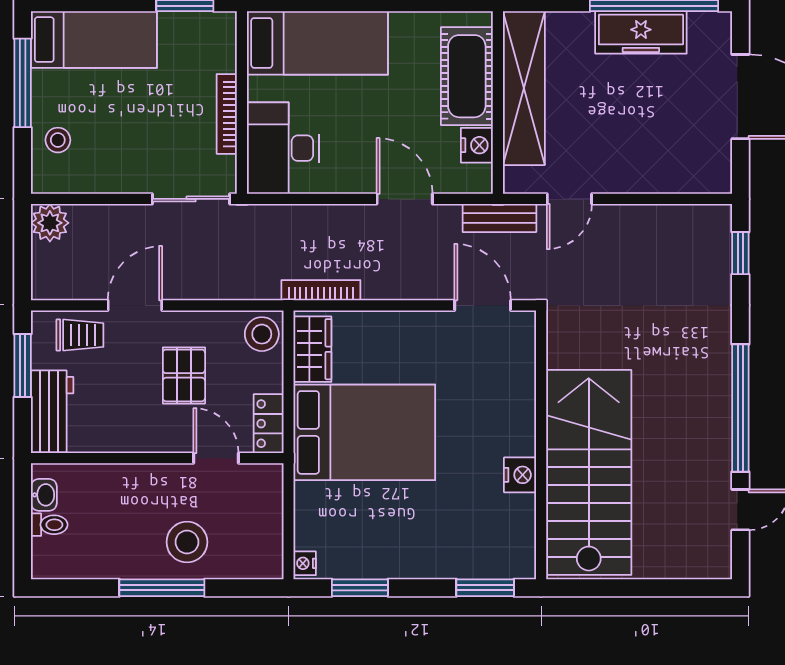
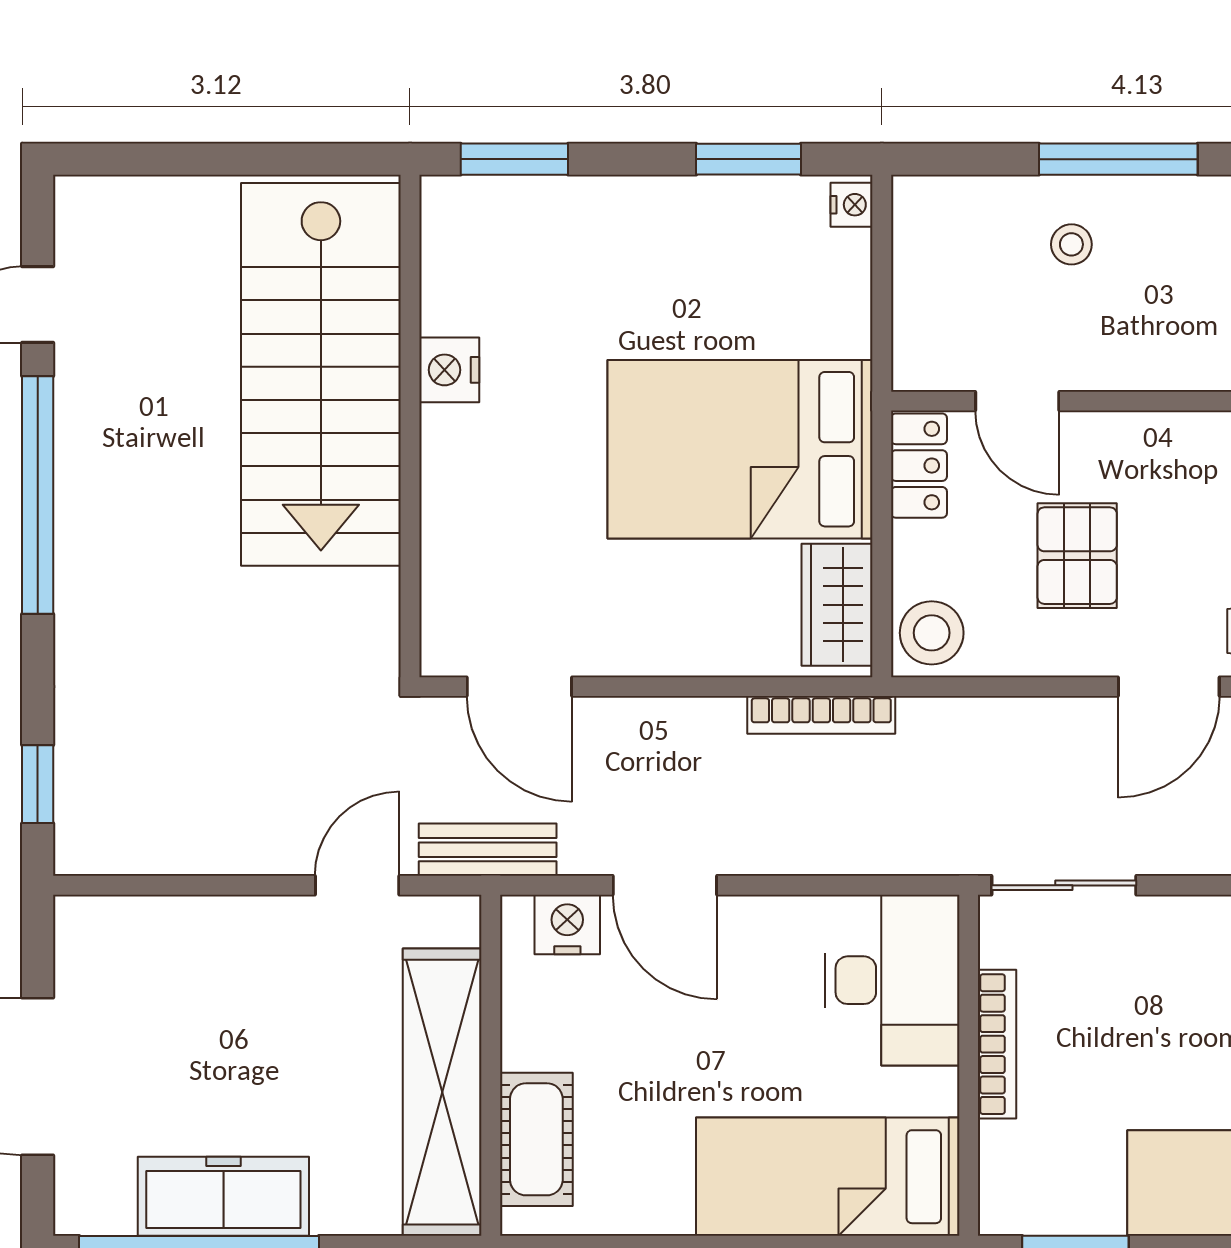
cot: (467, 76) -> (536, 1139), width x0.73, depth x0.75
nightstand: (477, 145) -> (567, 924), moved, turned 90
stool: (187, 542) -> (1071, 244), width x0.53, depth x0.53

